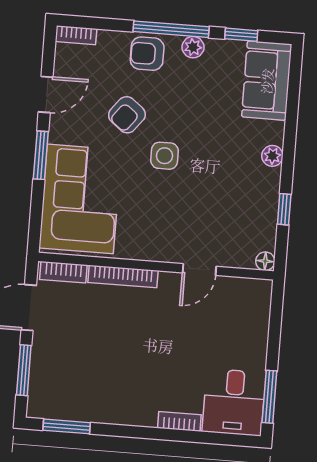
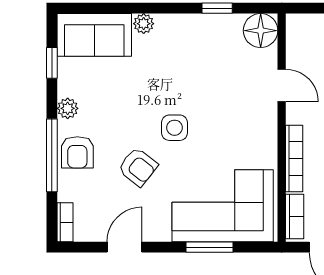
window: (171, 29) -> (52, 155), moved
door: (46, 94) -> (124, 247), hinge flipped
window: (41, 155) -> (209, 247), moved
plant: (272, 156) -> (144, 24), moved
floor lamp: (265, 261) -> (261, 31), width x1.89, depth x1.89

